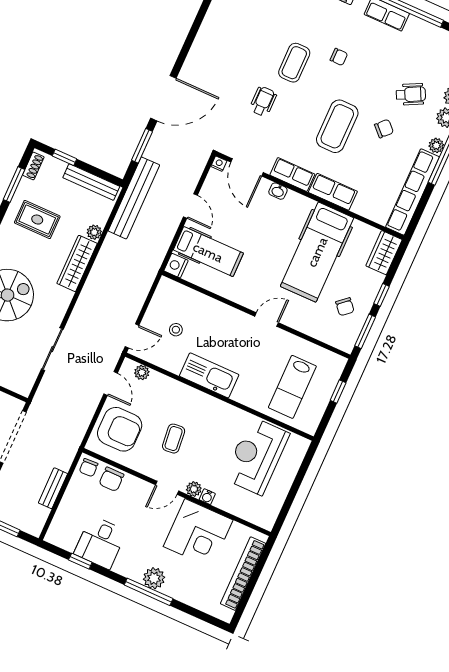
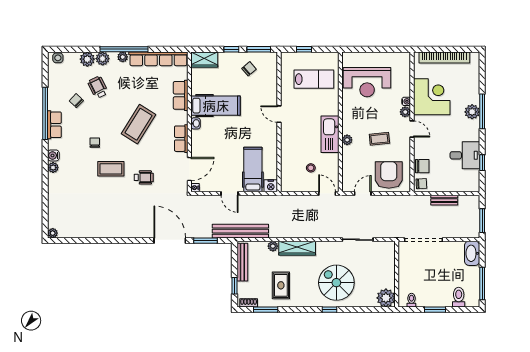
wheelchair: (263, 101) -> (144, 177), turned 180
coffee table: (337, 126) -> (138, 124), turned -58
chair: (384, 129) -> (76, 101), moved
washbasin: (278, 191) -> (196, 123), moved
row of seats: (333, 192) -> (181, 95), moved
door: (190, 206) -> (230, 194), swing flipped
hospital bed: (317, 252) -> (216, 106), width x0.73, depth x0.78
plant: (142, 372) -> (347, 140), moved

